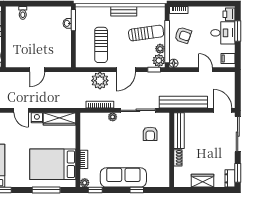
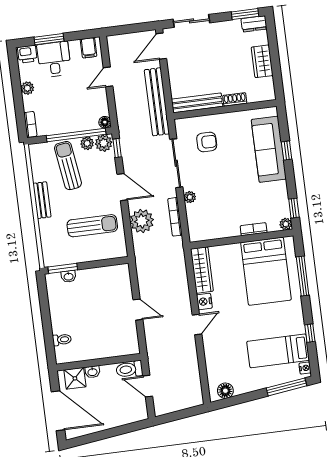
plant: (205, 11) -> (27, 88), added
armchair: (183, 35) -> (64, 114), removed
sliding door: (238, 134) -> (191, 21), width x0.73
sofa: (123, 177) -> (269, 149), moved

